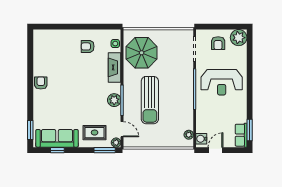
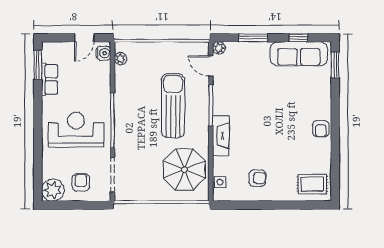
fireplace: (115, 67) -> (221, 136), moved
plant: (114, 100) -> (221, 105), removed
rug: (95, 133) -> (312, 184), moved
row of seats: (241, 135) -> (50, 79), moved
window: (105, 150) -> (253, 38), moved

